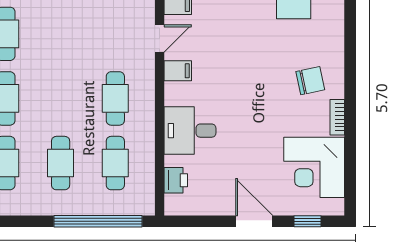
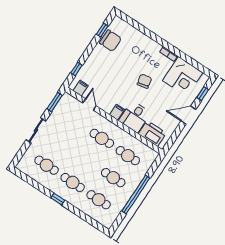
filing cabinet: (178, 71) -> (117, 112), moved
chair: (310, 81) -> (144, 81), moved
printer: (176, 180) -> (152, 134), width x1.87, depth x1.48
window: (98, 221) -> (136, 194), moved

